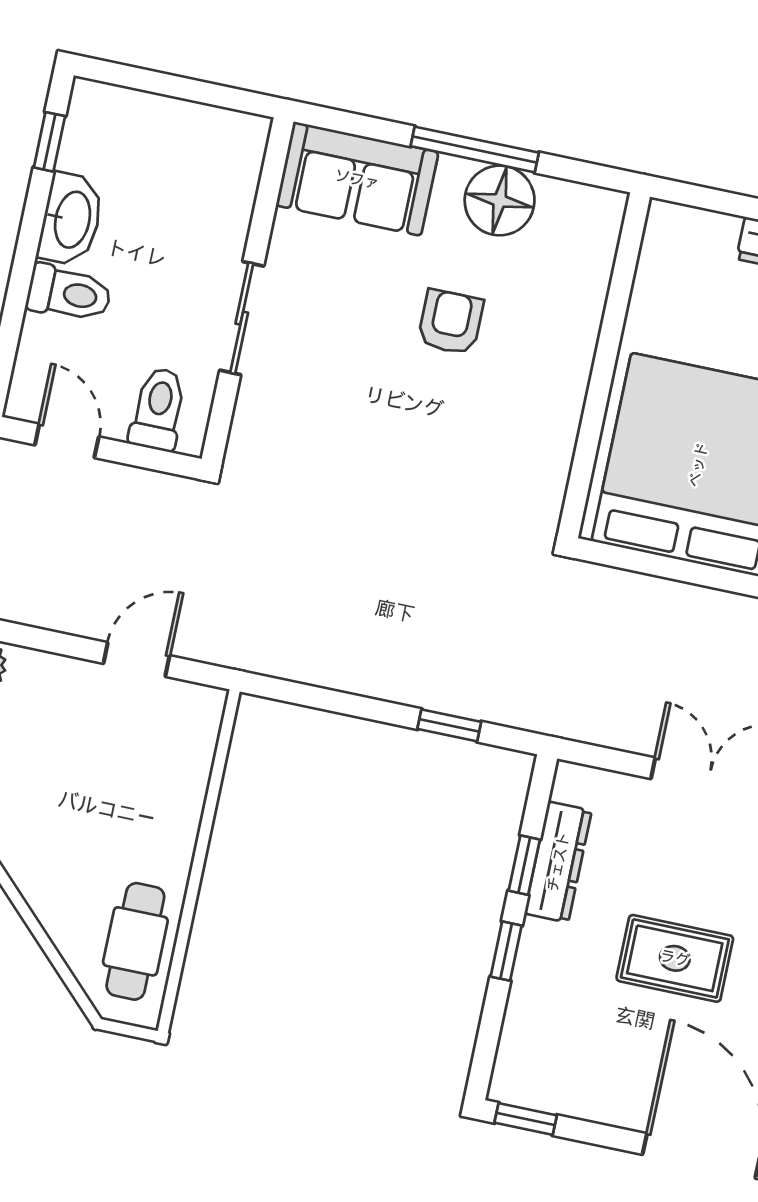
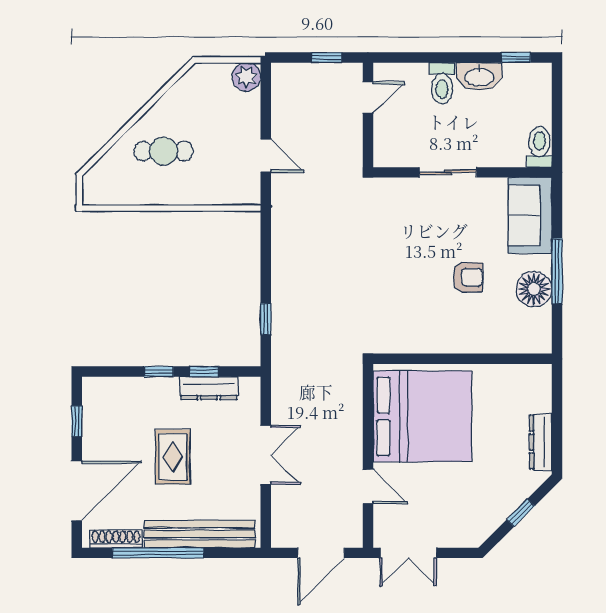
toilet: (158, 409) -> (539, 147), moved, turned -90
cafe table: (135, 941) -> (164, 151), moved
window: (526, 1119) -> (77, 421), moved

